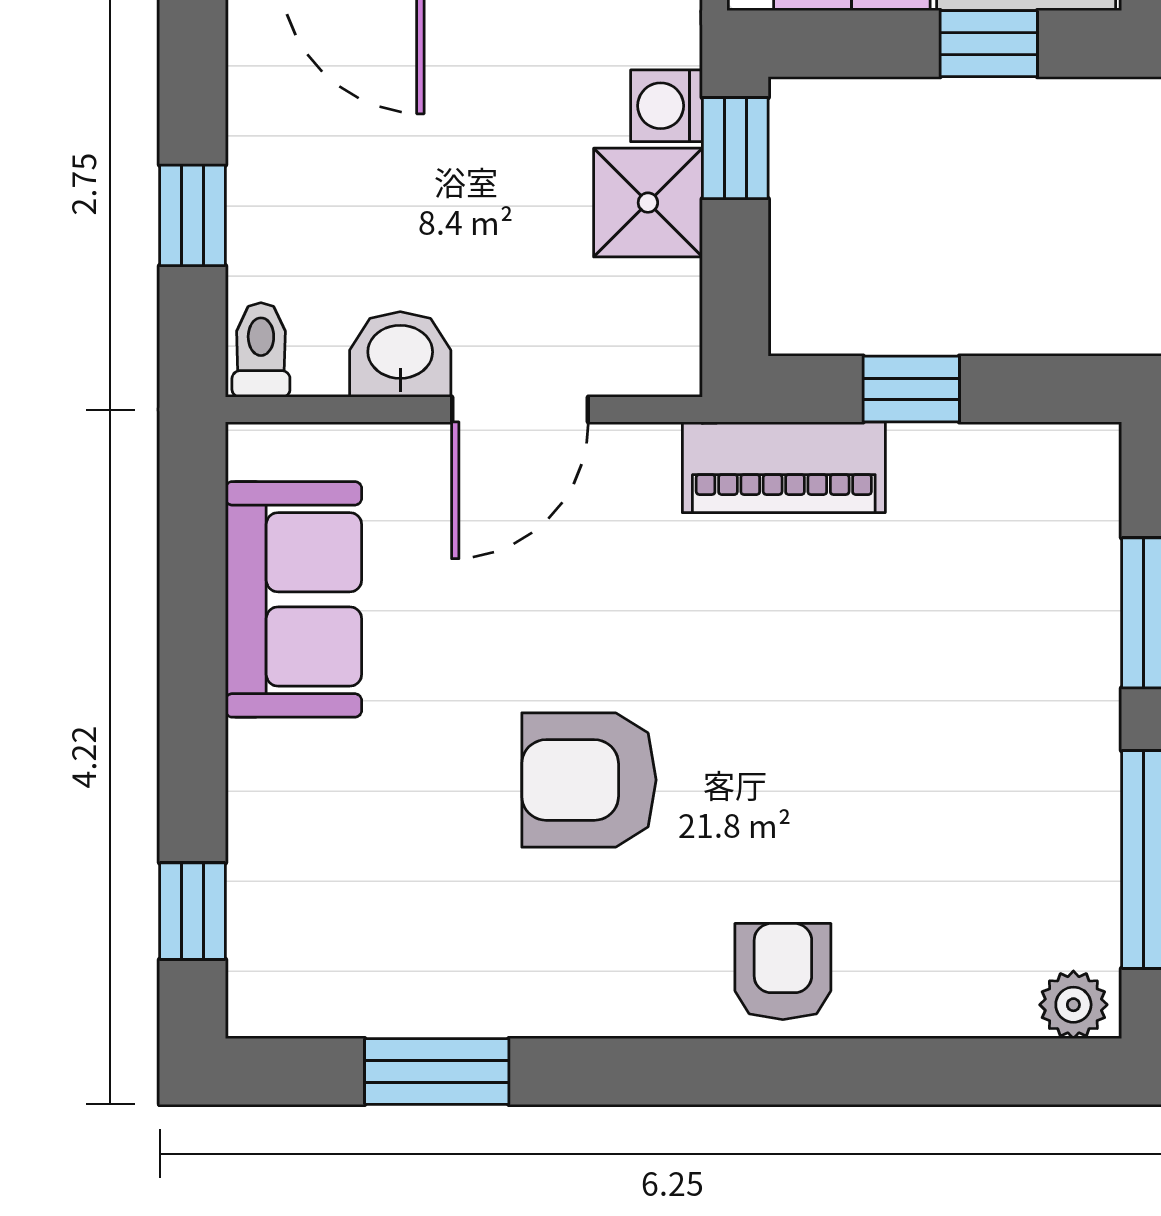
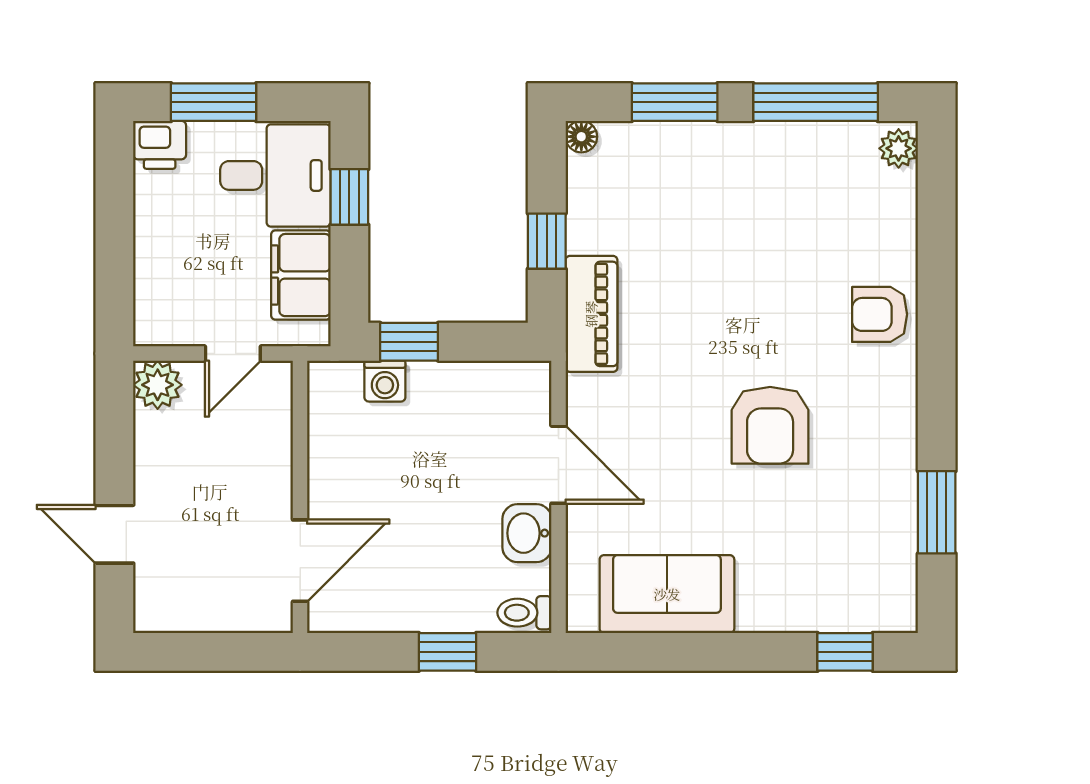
shower: (648, 203) -> (440, 392), removed
floor lamp: (1094, 449) -> (581, 137), added

